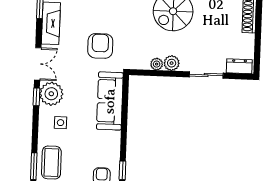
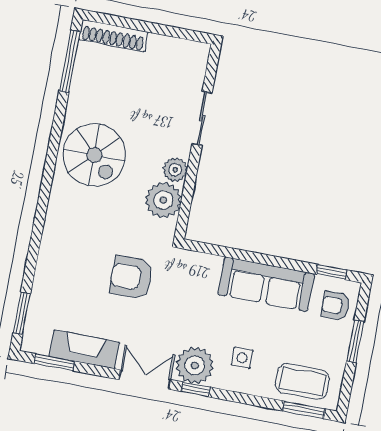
plant: (157, 64) -> (163, 200), width x1.87, depth x1.87
dresser: (239, 66) -> (196, 64), removed
sofa: (110, 101) -> (266, 284), moved

